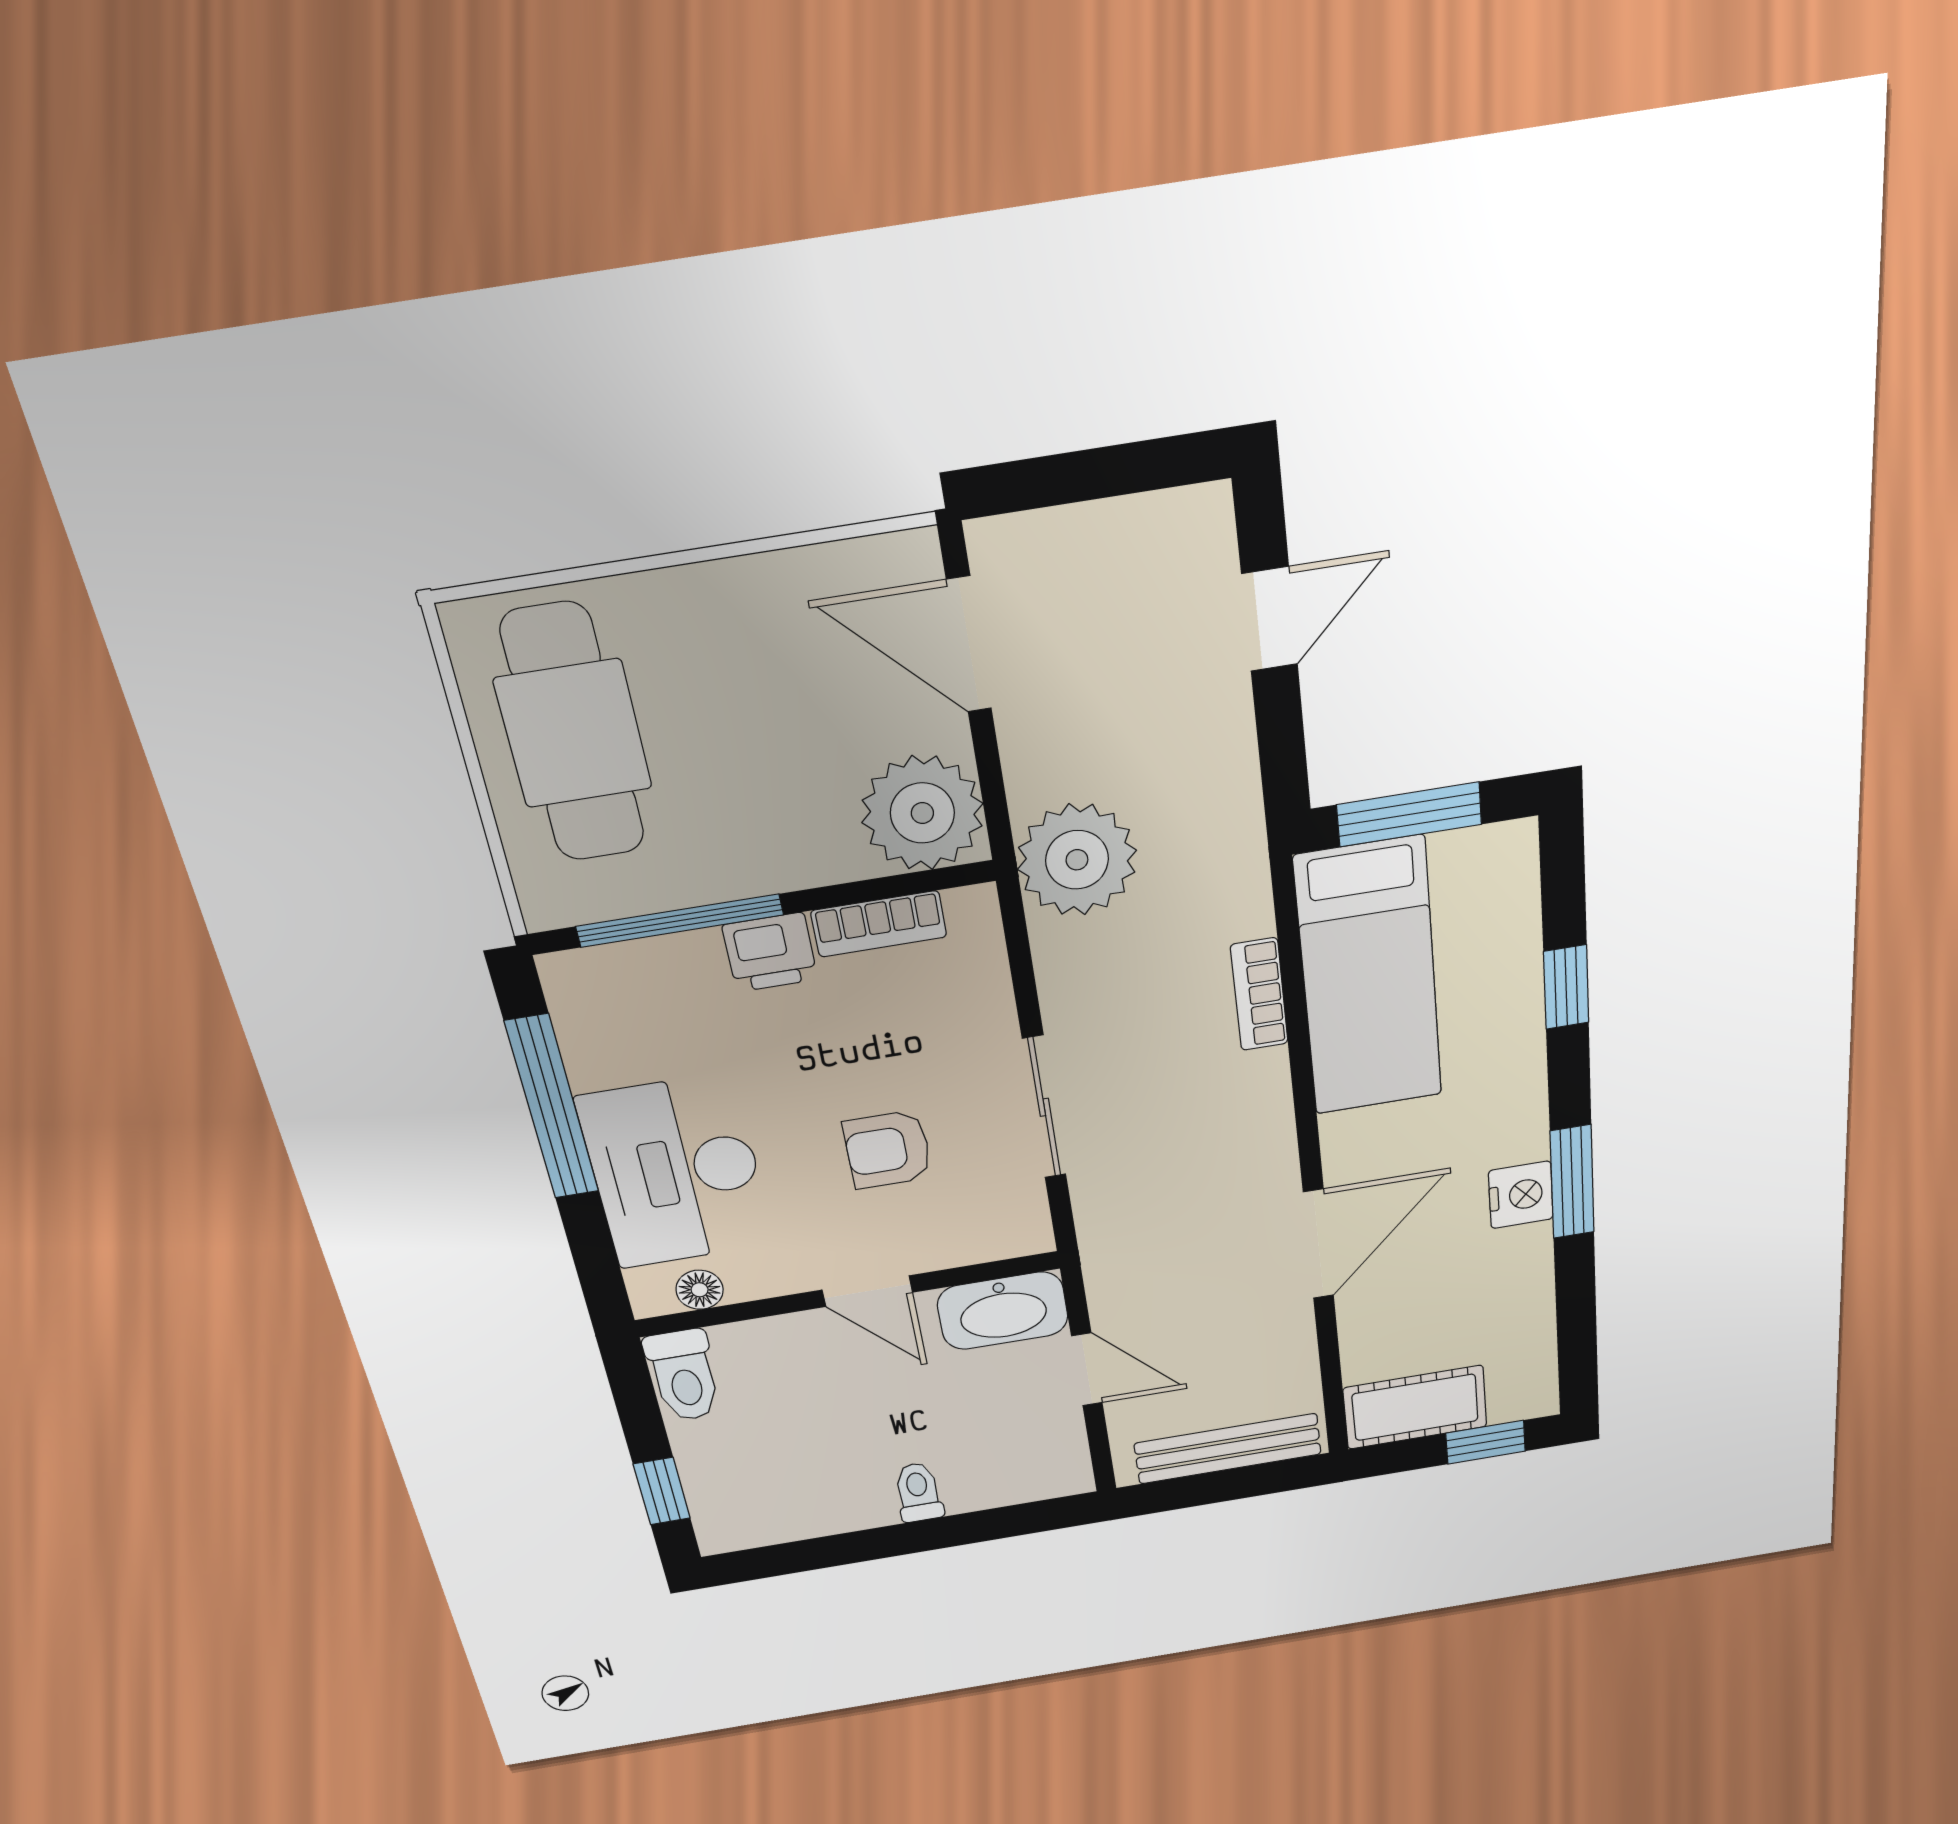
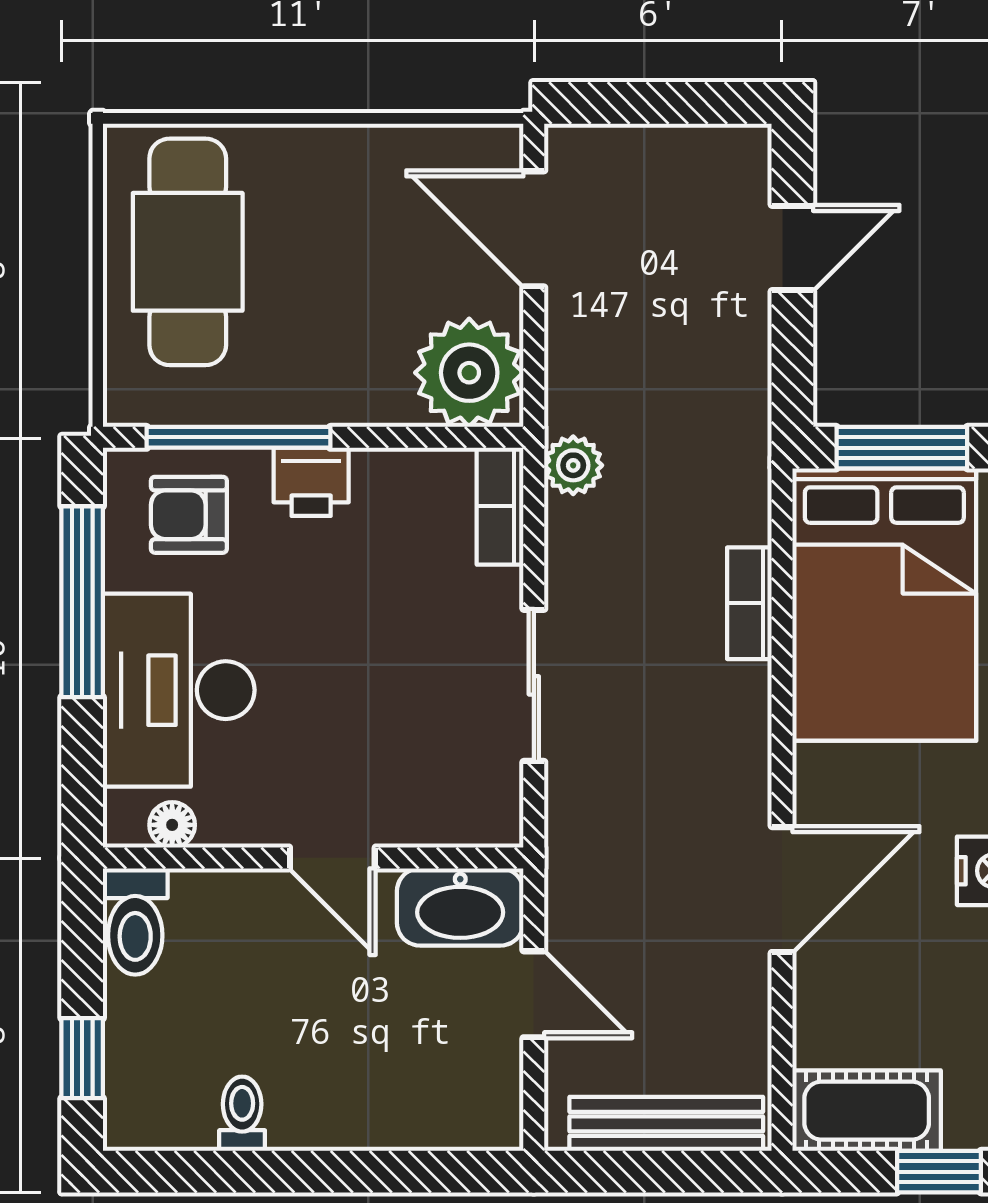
plant: (1077, 860) -> (573, 465), width x0.53, depth x0.53
bookcase: (879, 924) -> (500, 506), moved, turned 90
bed: (1369, 978) -> (884, 605), width x1.50
armchair: (888, 1150) -> (189, 515), moved
toilet: (918, 1492) -> (242, 1114), moved

